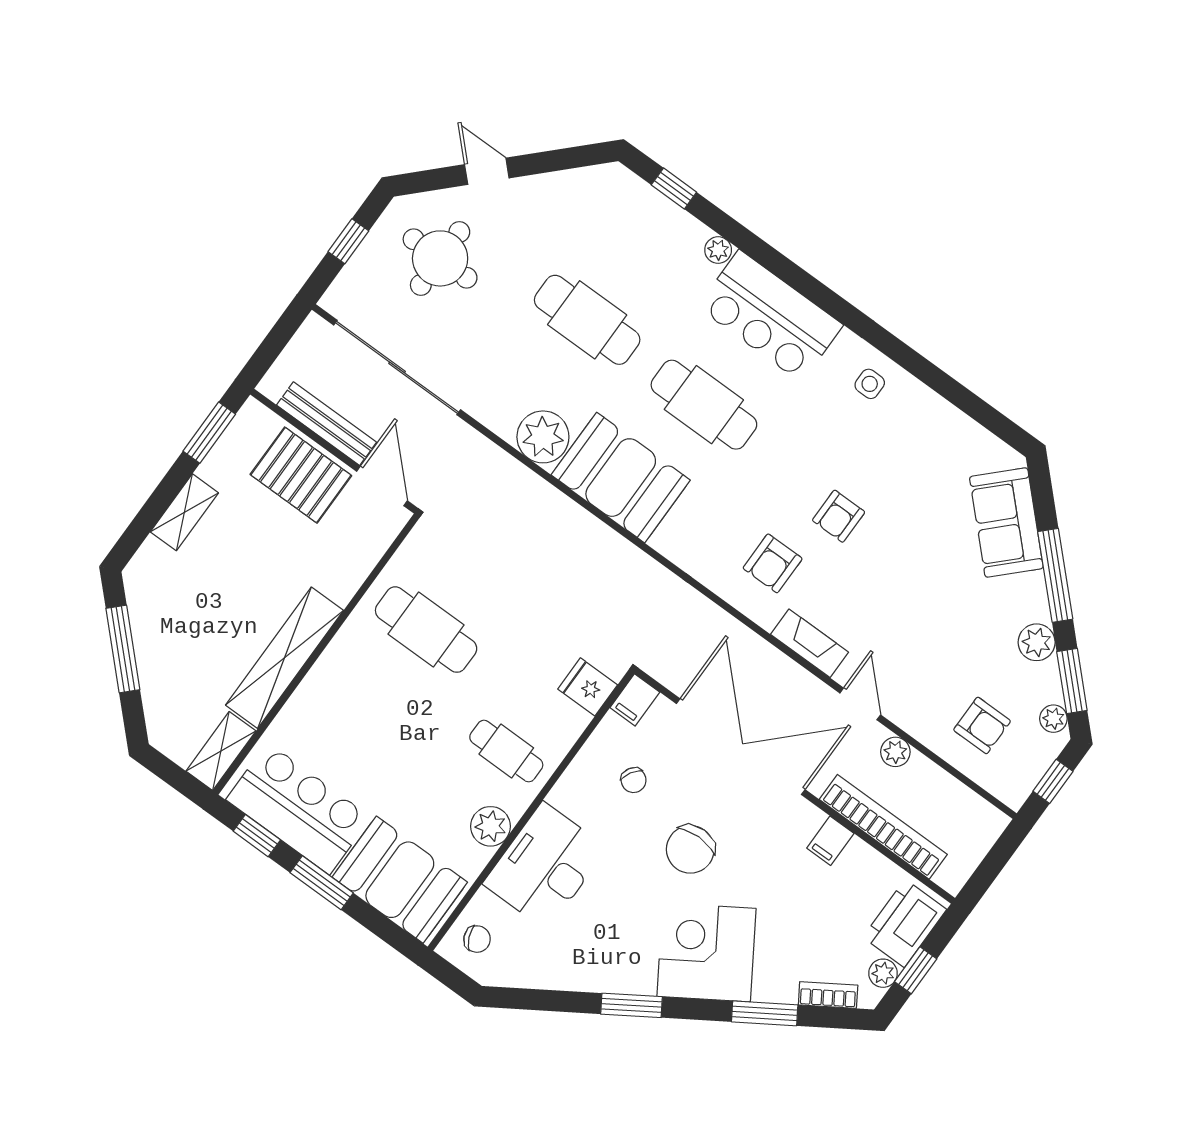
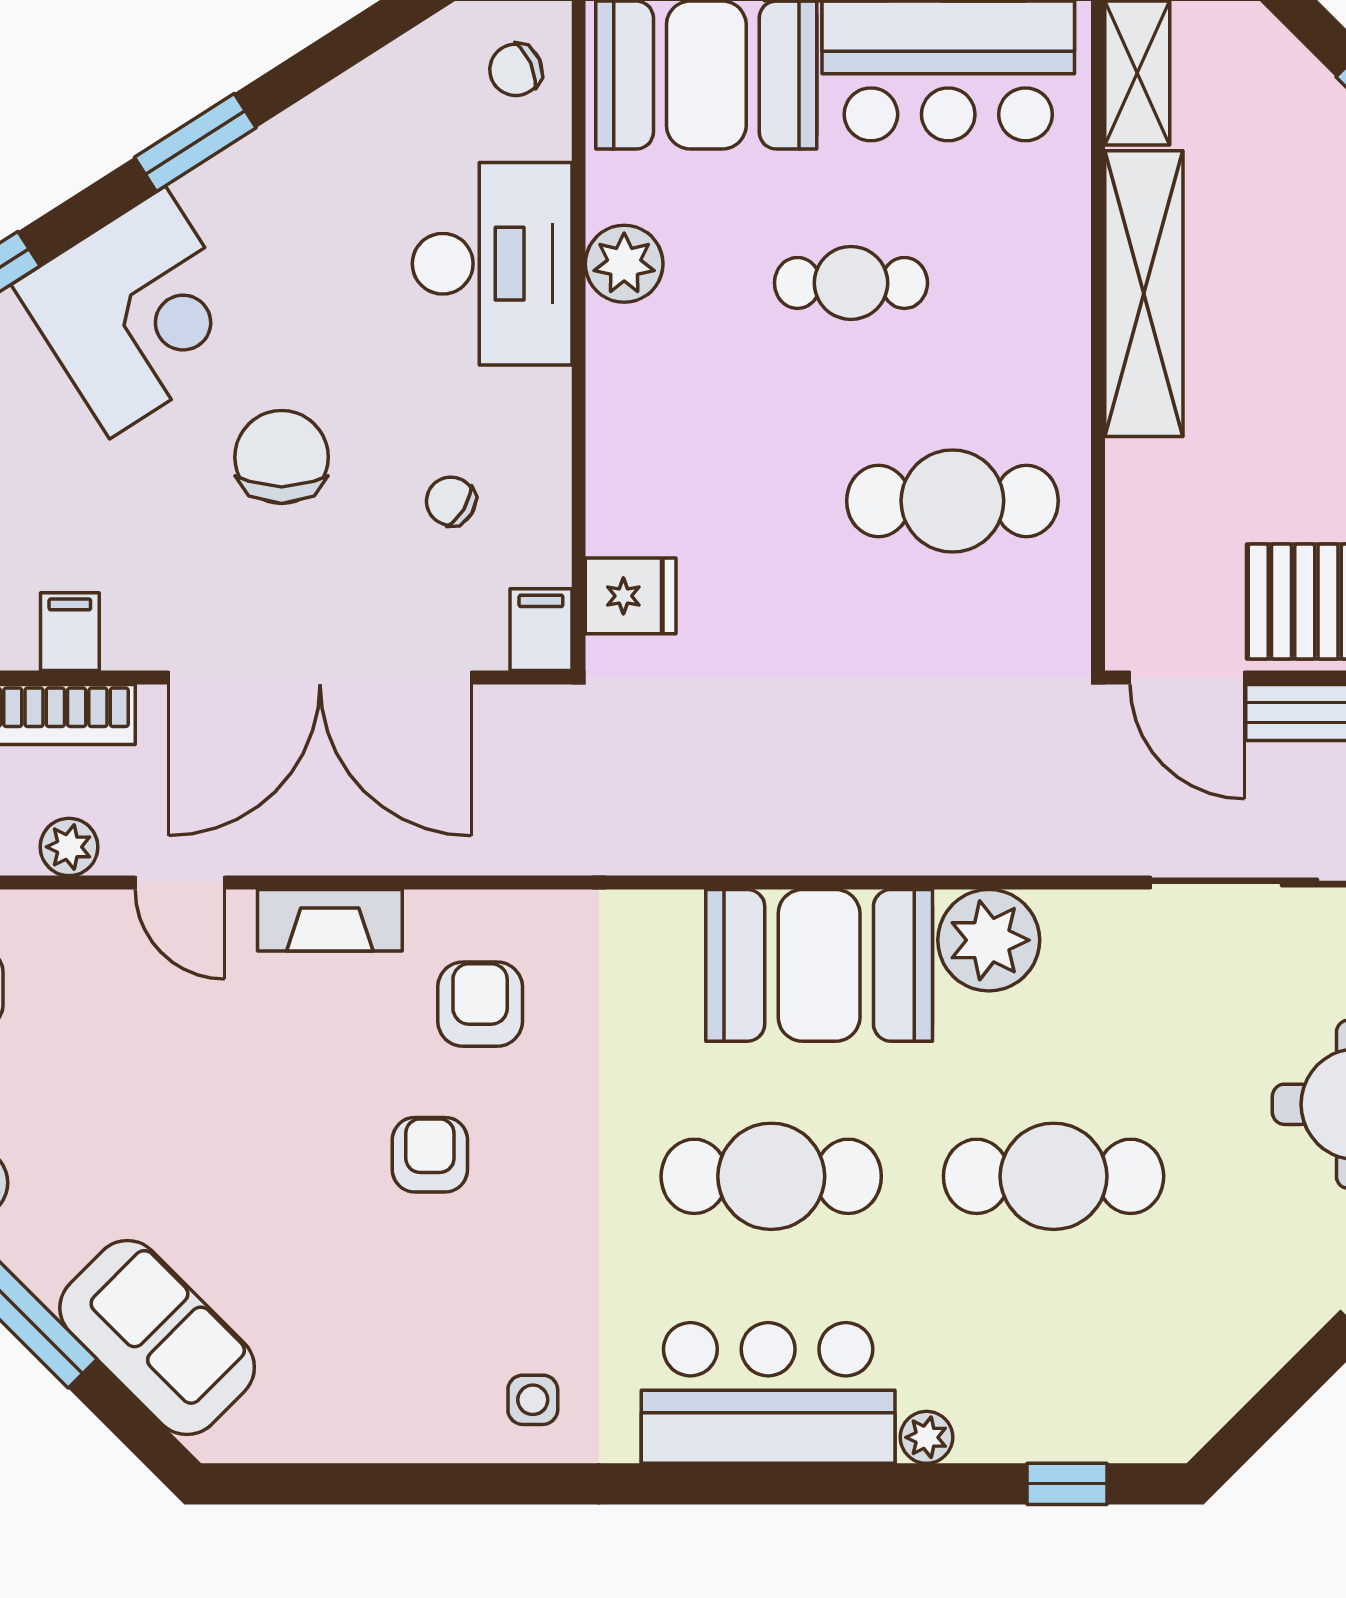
cafe table: (506, 751) -> (851, 283), moved

